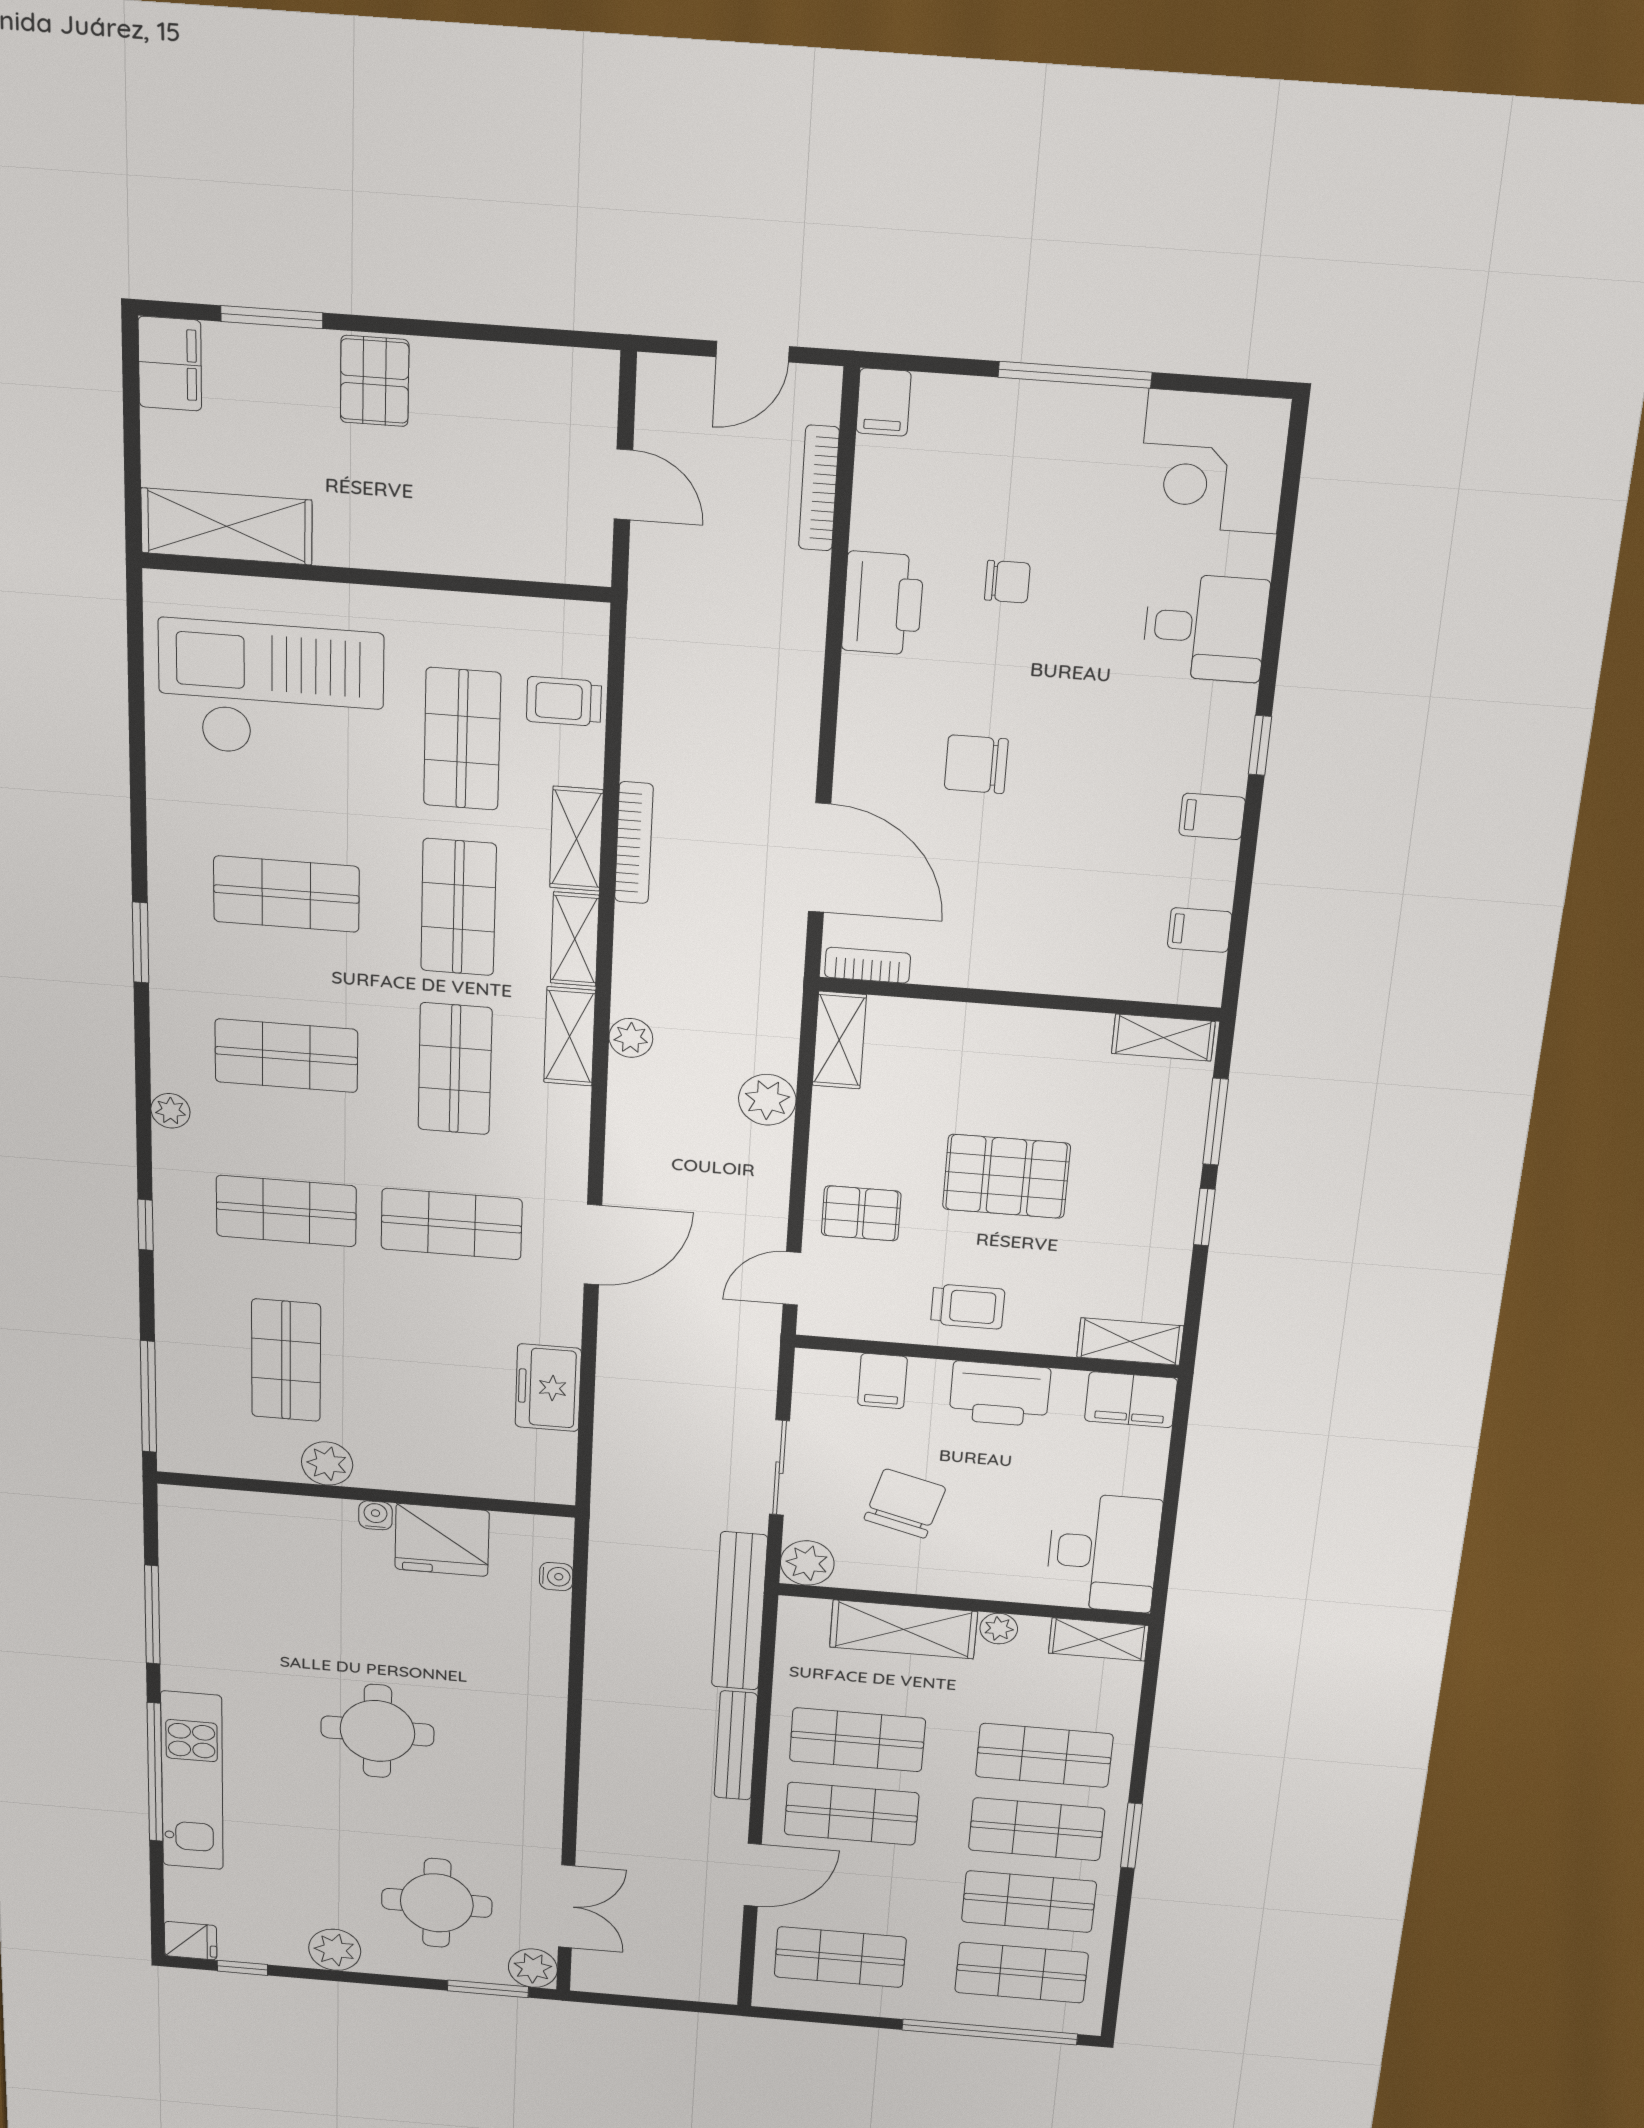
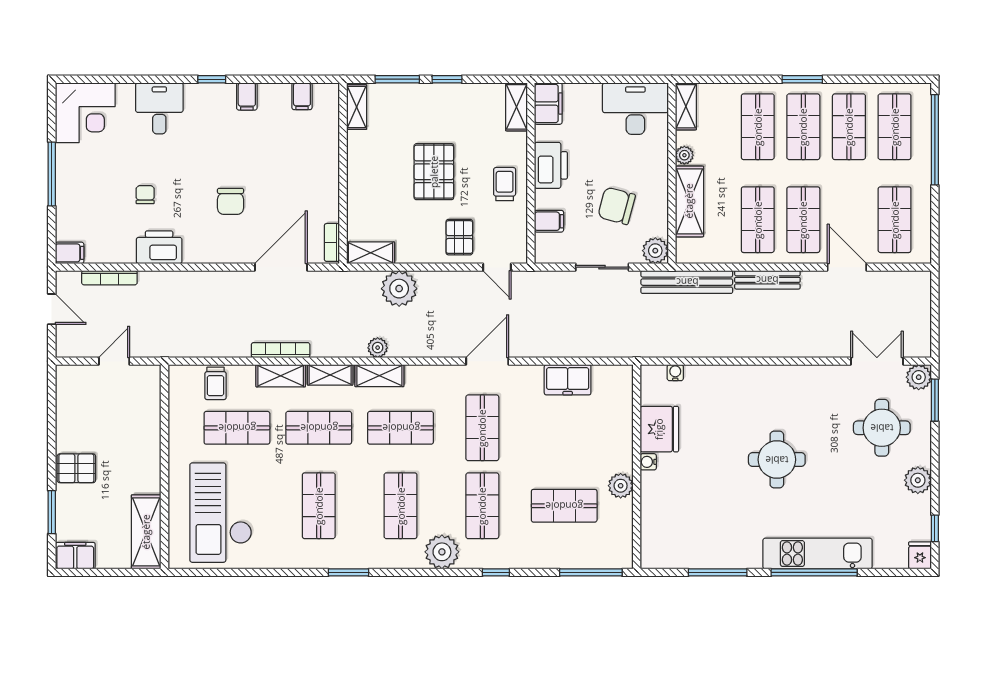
plant: (767, 1100) -> (399, 289), width x1.36, depth x1.36
plant: (170, 1111) -> (442, 552), width x1.88, depth x1.88
door: (593, 1245) -> (487, 361), hinge flipped

